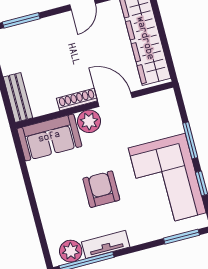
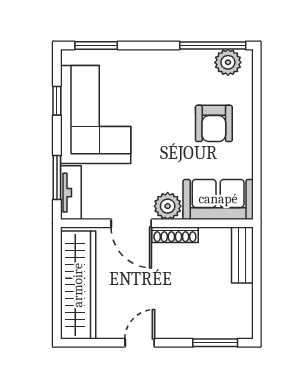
window: (190, 140) -> (57, 177), moved
armchair: (101, 189) -> (214, 123), moved
tv unit: (106, 244) -> (71, 193), moved, turned -90

